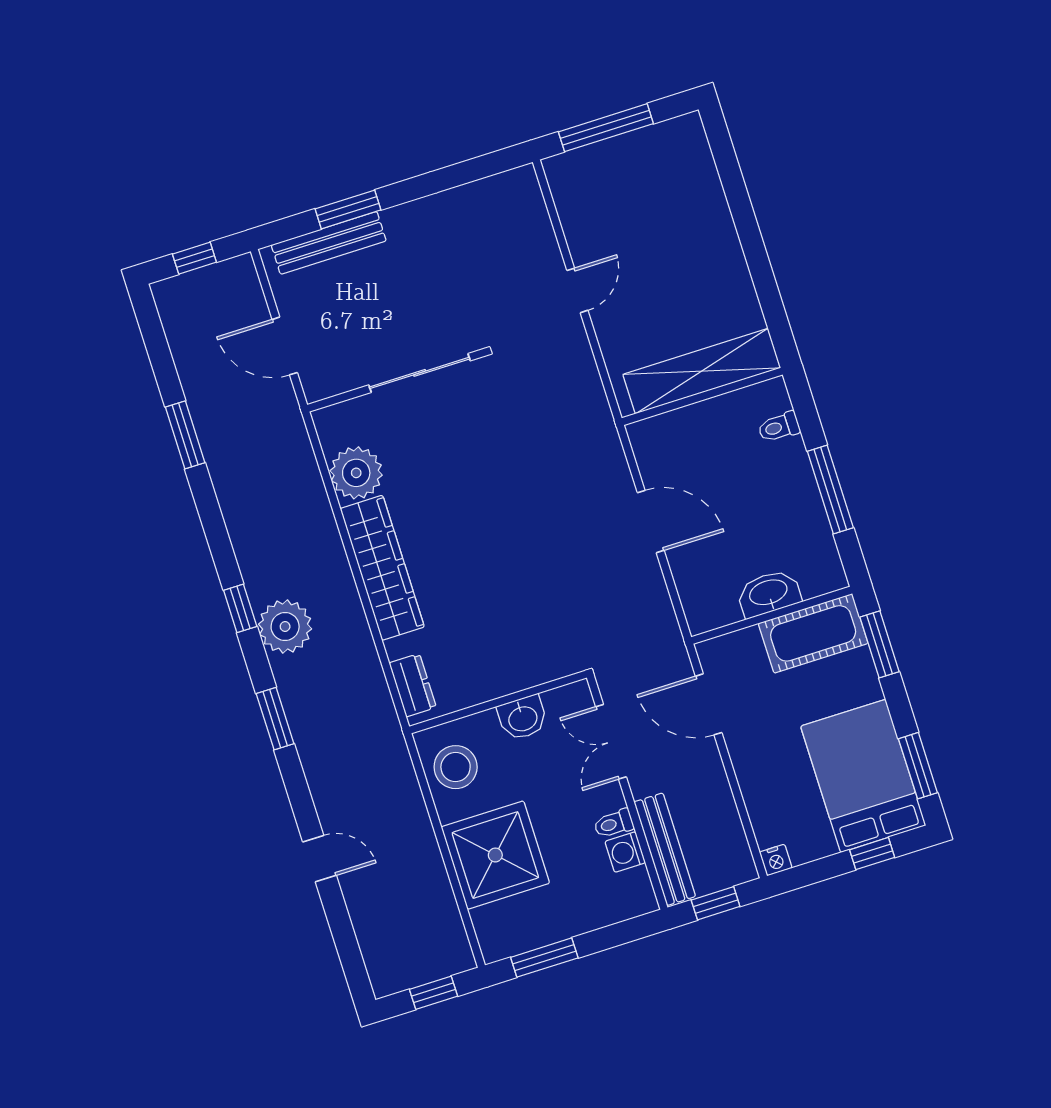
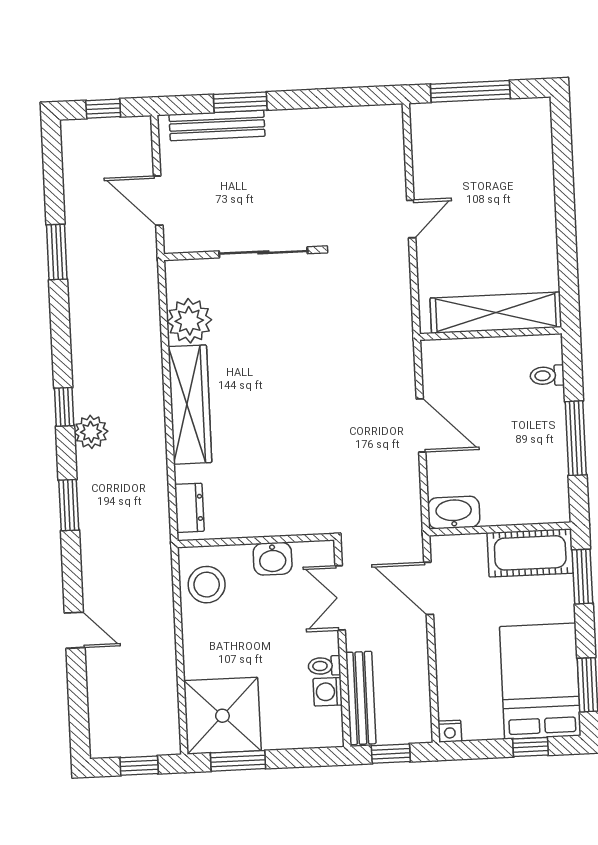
washbasin: (769, 593) -> (454, 512), moved
plant: (285, 627) -> (91, 432), width x0.73, depth x0.73
shower: (495, 855) -> (222, 716), moved

